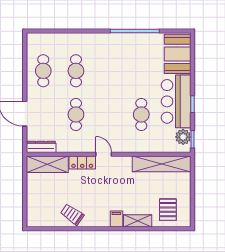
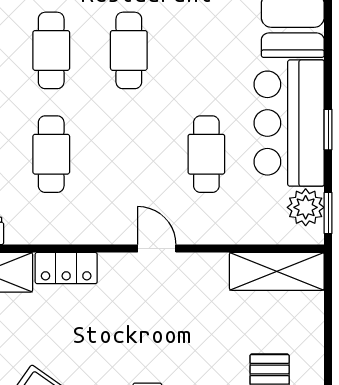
cafe table: (109, 71) -> (129, 50), added
door: (104, 154) -> (157, 249), moved
shelving: (162, 164) -> (277, 271), width x0.68

